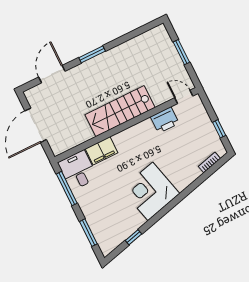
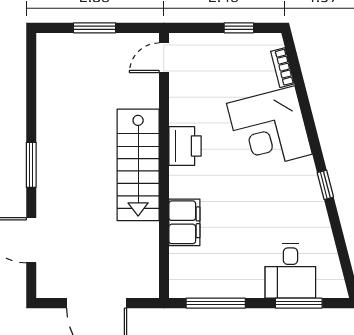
printer: (165, 120) -> (185, 146), moved
desk: (78, 170) -> (290, 271), moved, turned -90
corner desk: (150, 191) -> (269, 129), moved
window: (133, 237) -> (325, 185), moved

